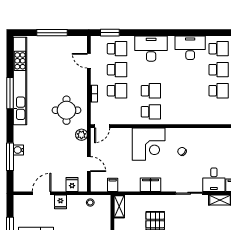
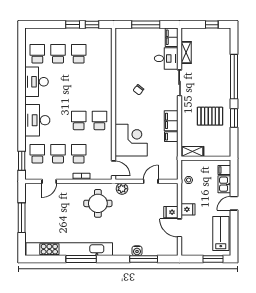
corner desk: (149, 144) -> (131, 140), moved
fridge: (72, 184) -> (171, 212), moved
filing cabinet: (113, 185) -> (171, 137), moved

